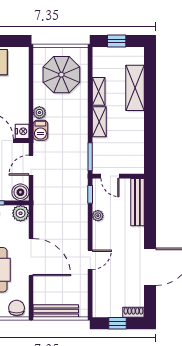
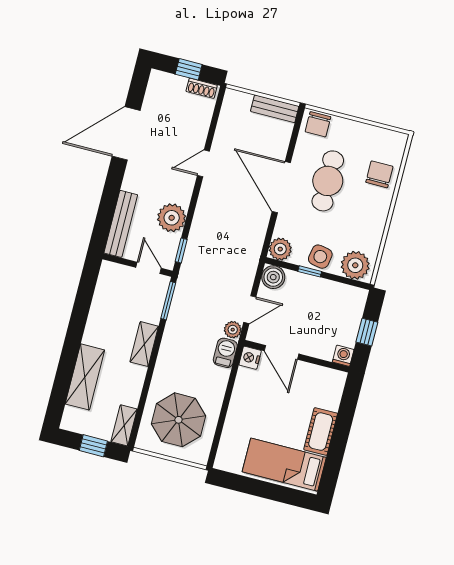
shelving: (99, 91) -> (124, 425), moved
plant: (39, 113) -> (233, 330), moved
plant: (98, 216) -> (172, 218), width x1.88, depth x1.88
bench: (56, 311) -> (275, 109), width x0.73
shoe rack: (133, 312) -> (202, 88), moved

